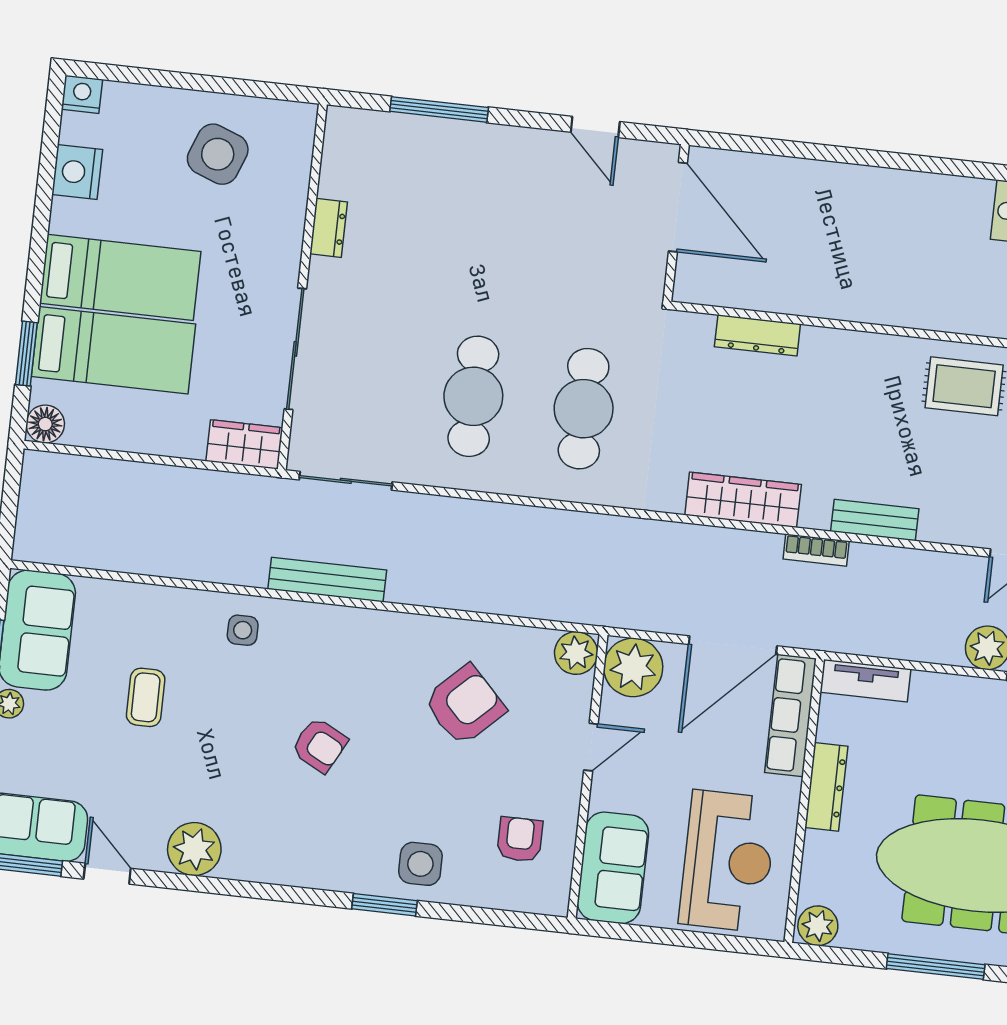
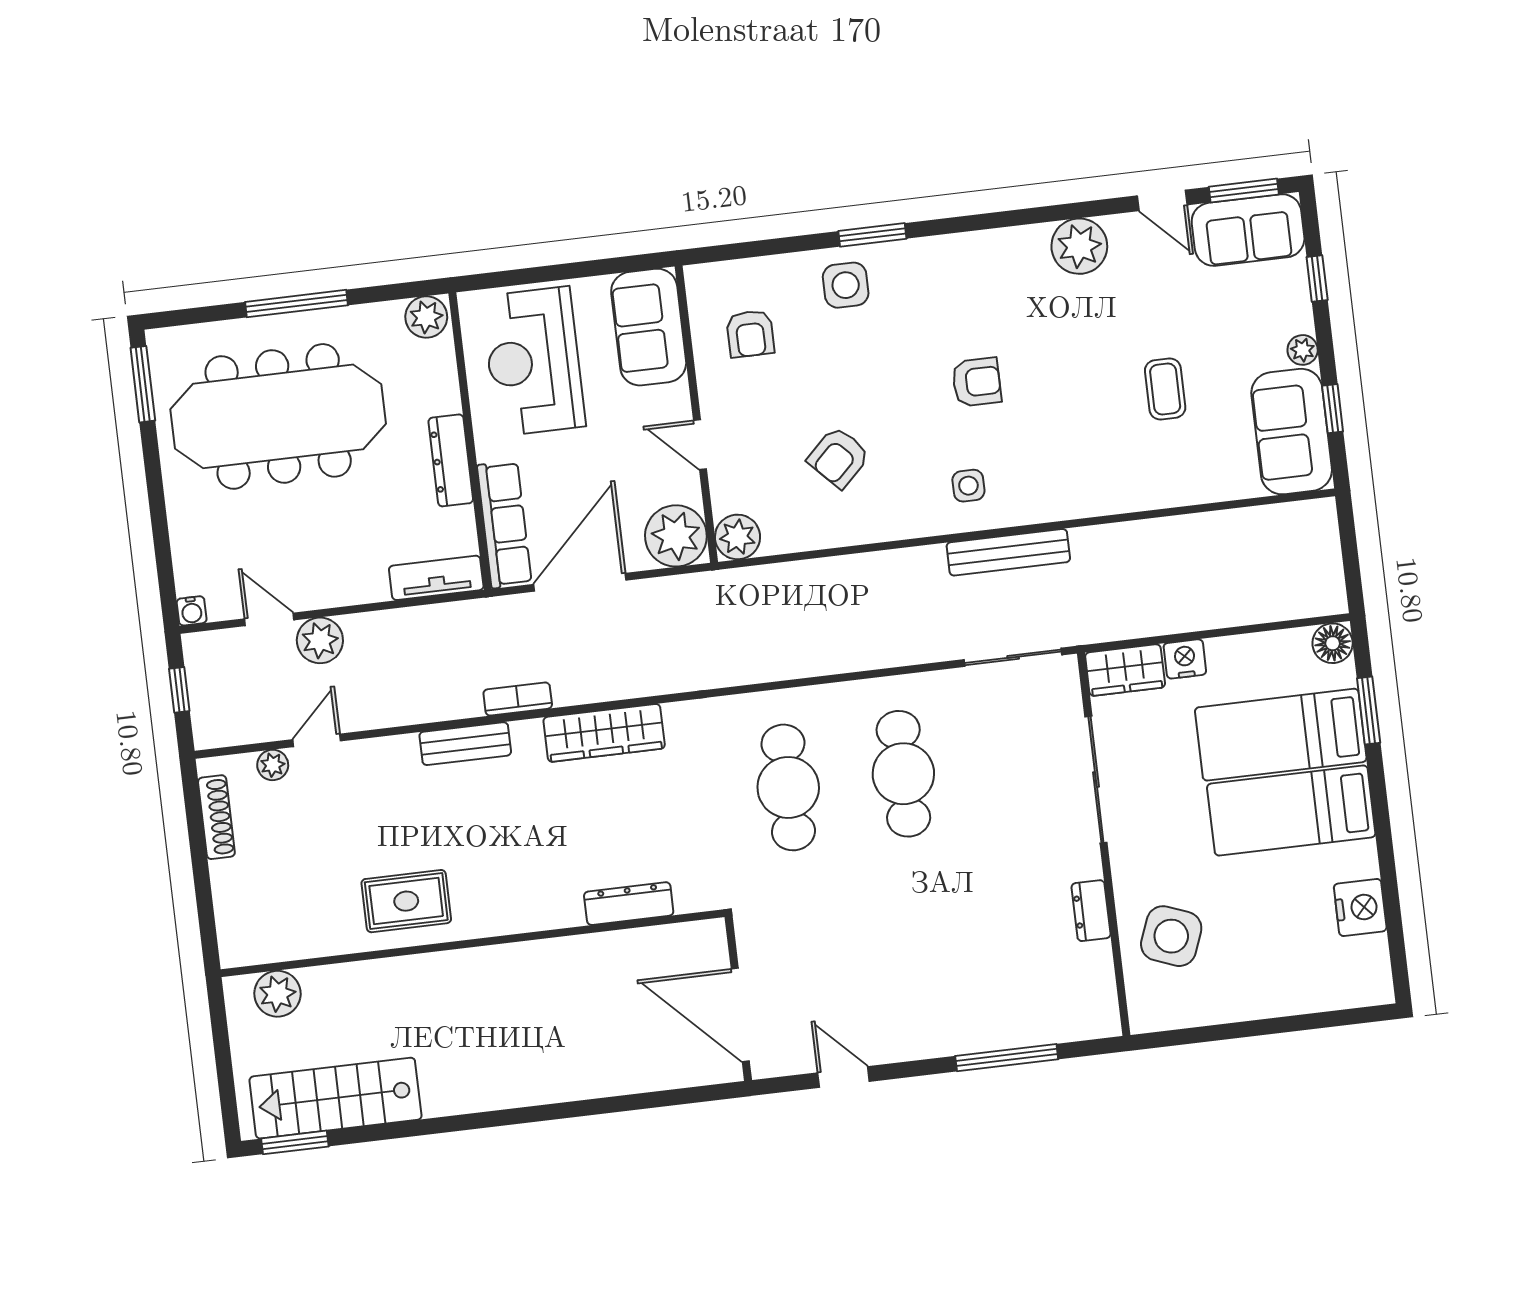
nightstand: (82, 94) -> (1185, 659), moved, turned 180
side table: (218, 154) -> (1171, 936), moved
side table: (243, 630) -> (968, 486), moved
armchair: (465, 705) -> (838, 457), width x0.72, depth x0.72
armchair: (320, 745) -> (977, 382), turned 152
door: (591, 747) -> (700, 445), hinge flipped

